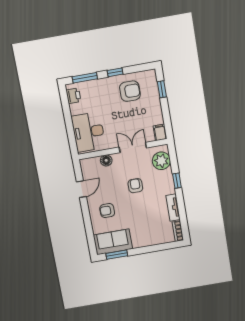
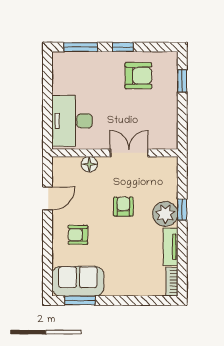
printer: (73, 96) -> (61, 68), removed
filing cabinet: (160, 132) -> (170, 139), removed
plant: (161, 161) -> (165, 214), moved

